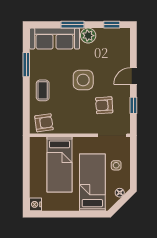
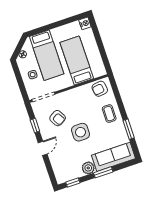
armchair: (104, 105) -> (58, 118), turned 64

